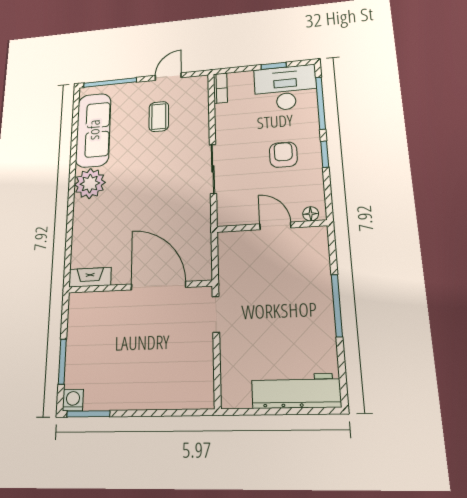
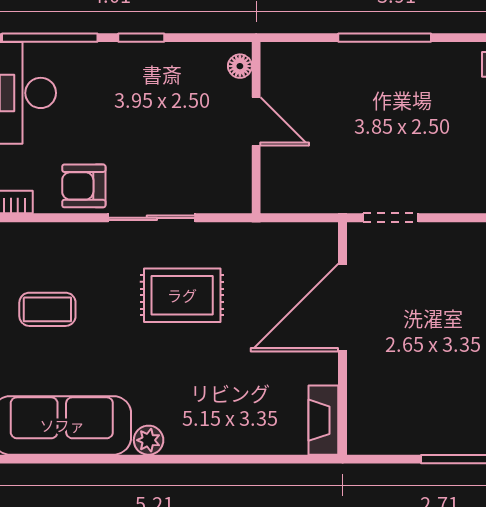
armchair: (283, 155) -> (84, 186), moved
plant: (90, 184) -> (149, 440), width x0.53, depth x0.53
rug: (166, 190) -> (182, 295), added
door: (275, 226) -> (256, 121), swing flipped

